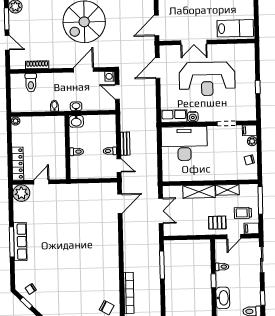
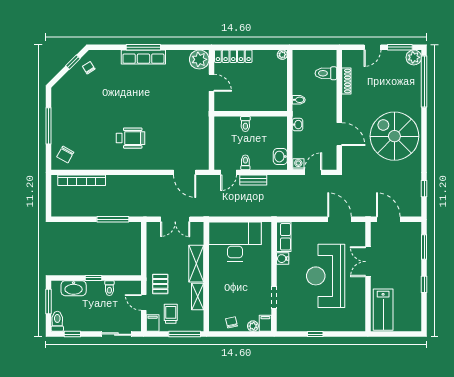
washing machine: (110, 76) -> (298, 164), moved
washbasin: (76, 121) -> (280, 157), moved
desk: (184, 144) -> (235, 241), moved, turned -90
wheelchair: (91, 251) -> (130, 138), added

